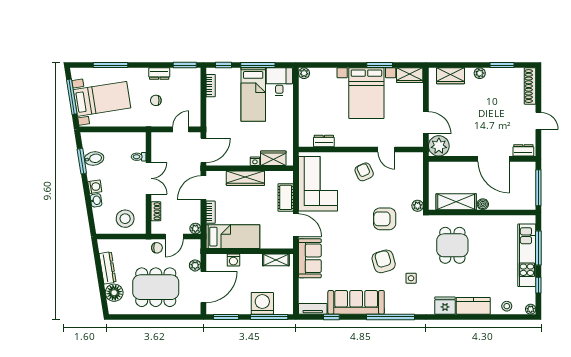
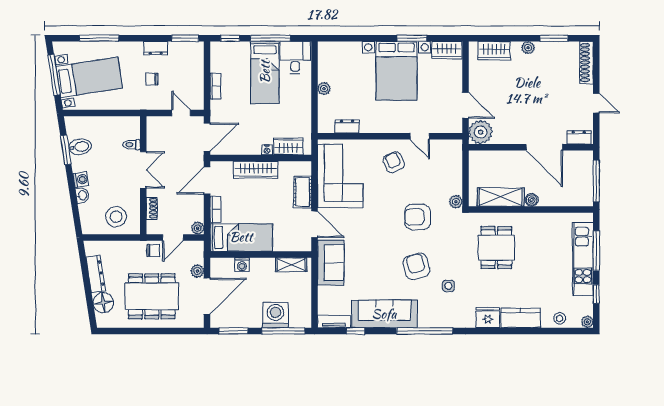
plant: (304, 73) -> (324, 89), moved
bookcase: (211, 86) -> (215, 86), moved
door: (181, 129) -> (181, 113), hinge flipped

